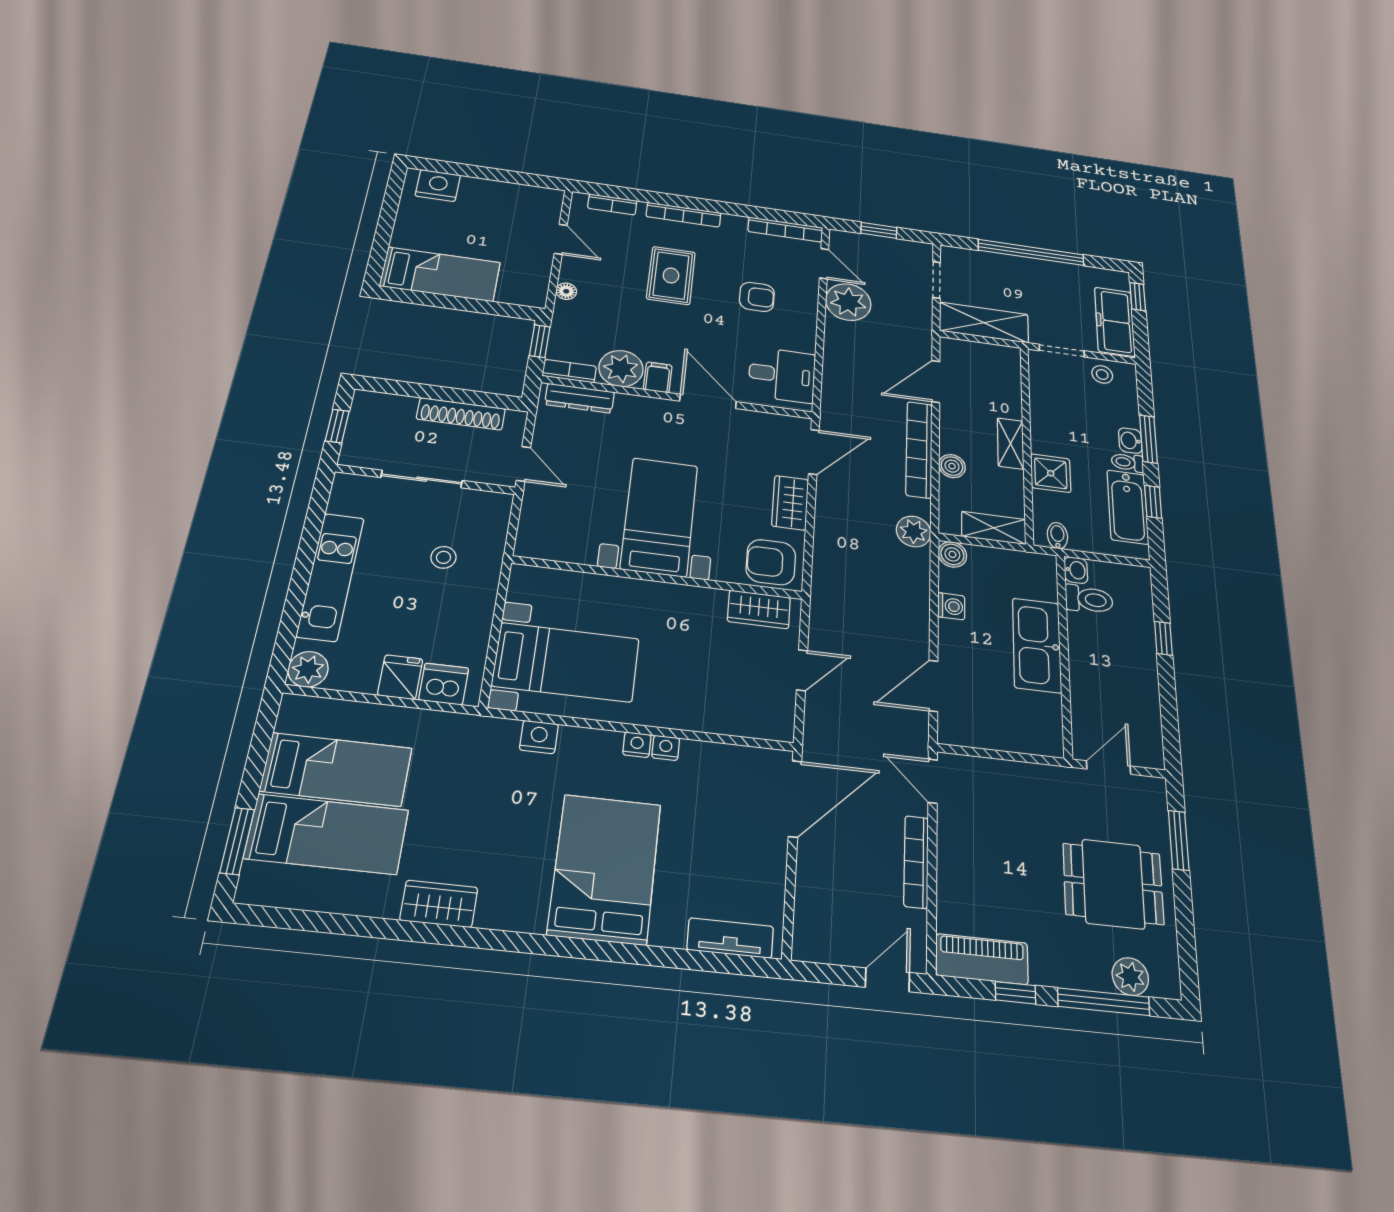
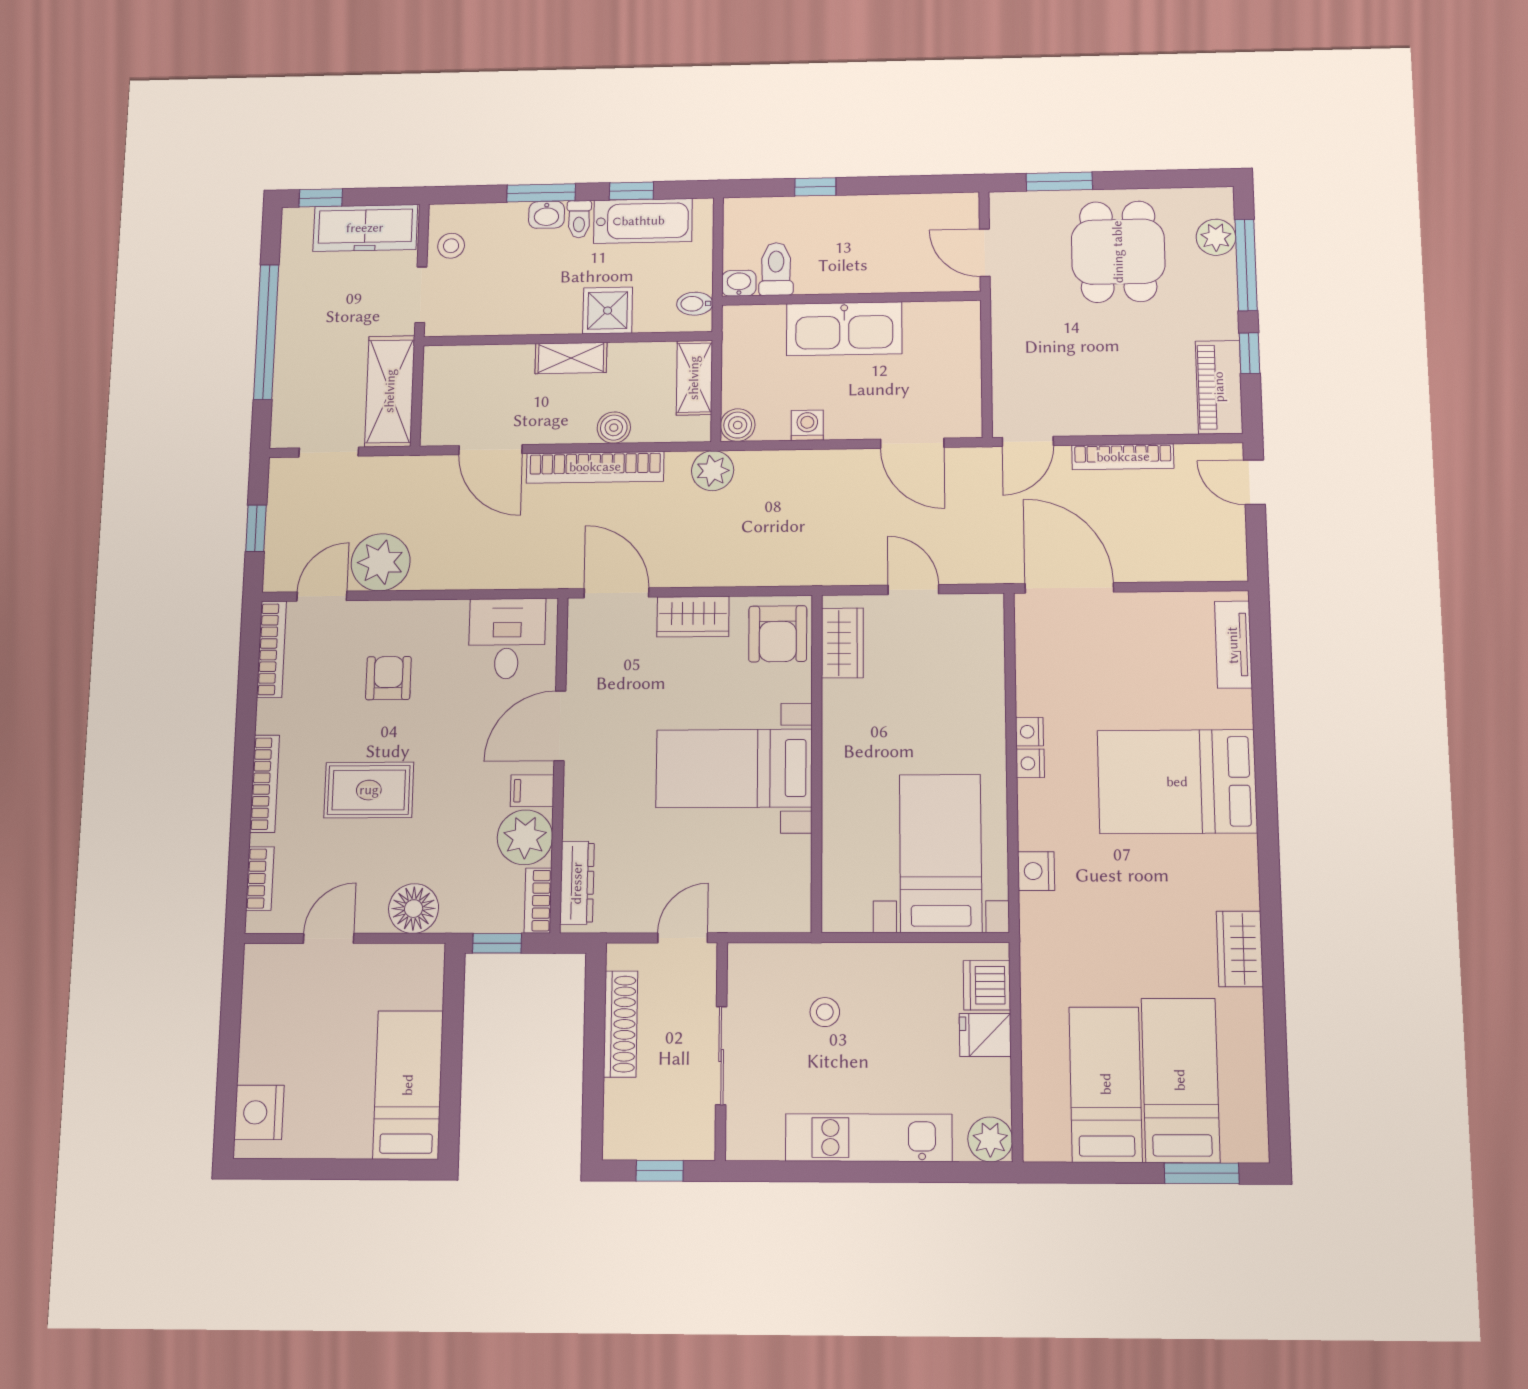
floor lamp: (566, 291) -> (414, 909), width x1.89, depth x1.89

